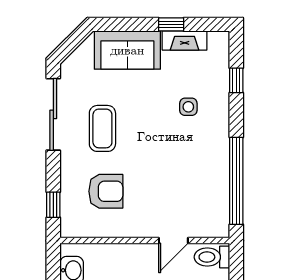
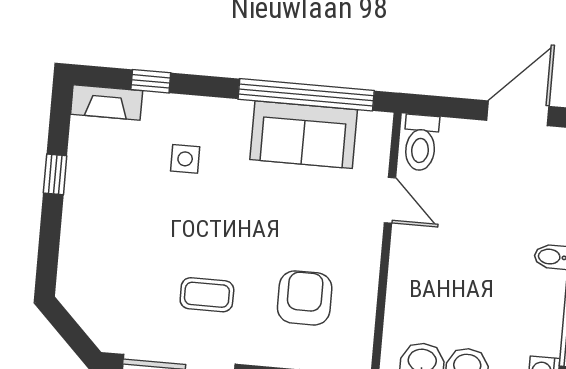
fireplace: (185, 40) -> (107, 102), moved, turned 90
sofa: (127, 50) -> (304, 135), moved, turned 90
coffee table: (102, 128) -> (207, 295), width x0.73, depth x0.77

